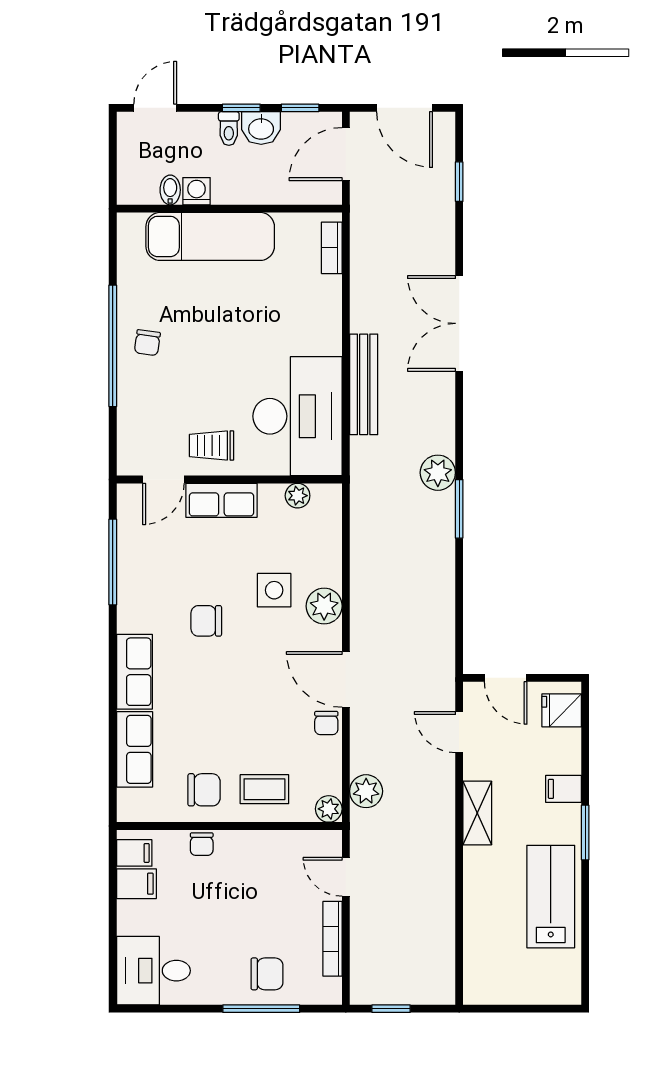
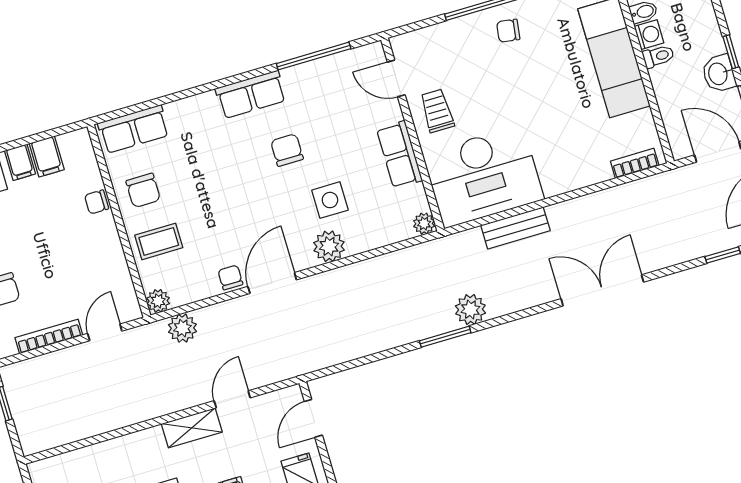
toilet: (229, 129) -> (658, 56), moved, turned 180
bench: (364, 384) -> (515, 228), width x0.73
plant: (298, 496) -> (424, 224), moved
row of seats: (221, 500) -> (399, 155), moved
row of seats: (134, 672) -> (251, 95), moved
chair: (326, 723) -> (230, 277), turned 90
door: (459, 732) -> (232, 399), moved
row of seats: (135, 749) -> (134, 129), moved
coffee table: (264, 789) -> (159, 241), turned 90
filing cabinet: (134, 853) -> (20, 162), moved

